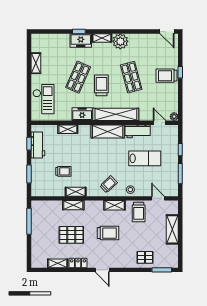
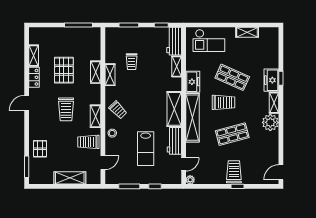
workbench: (38, 145) -> (174, 41), moved, turned 90

